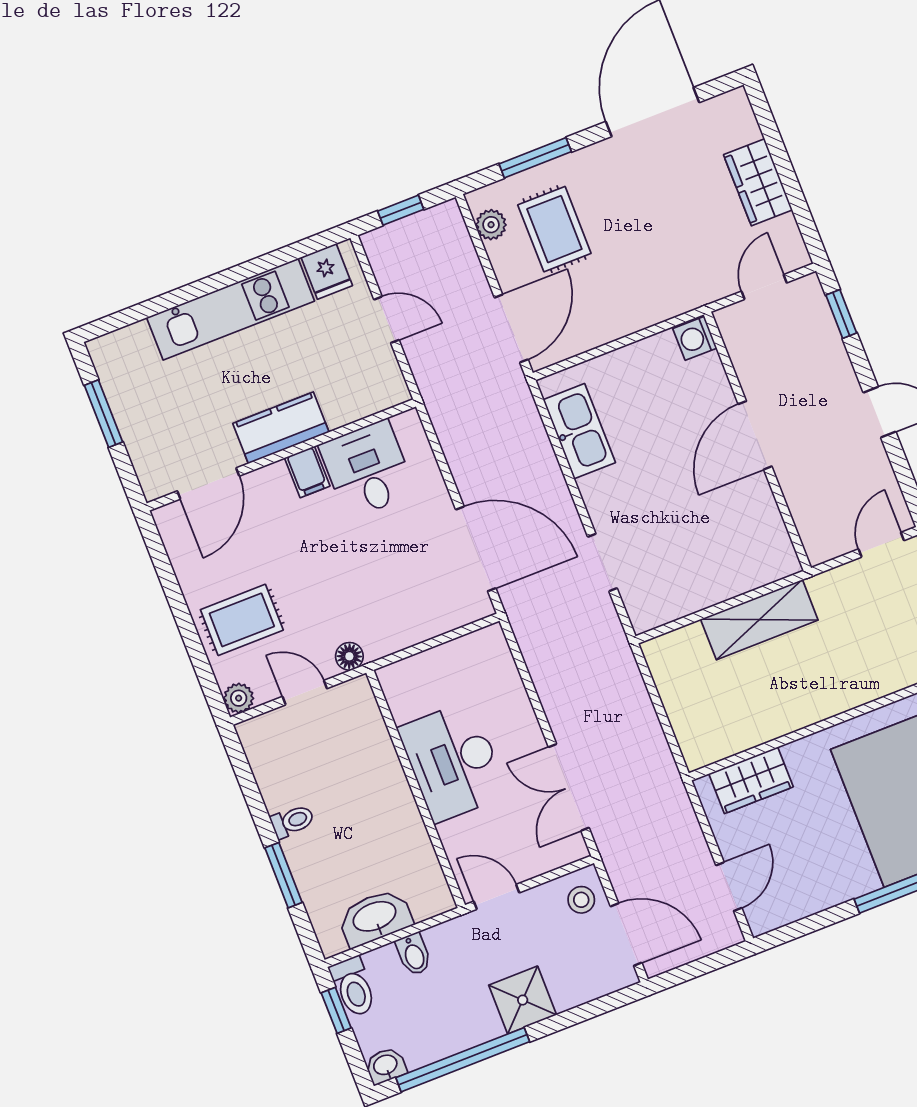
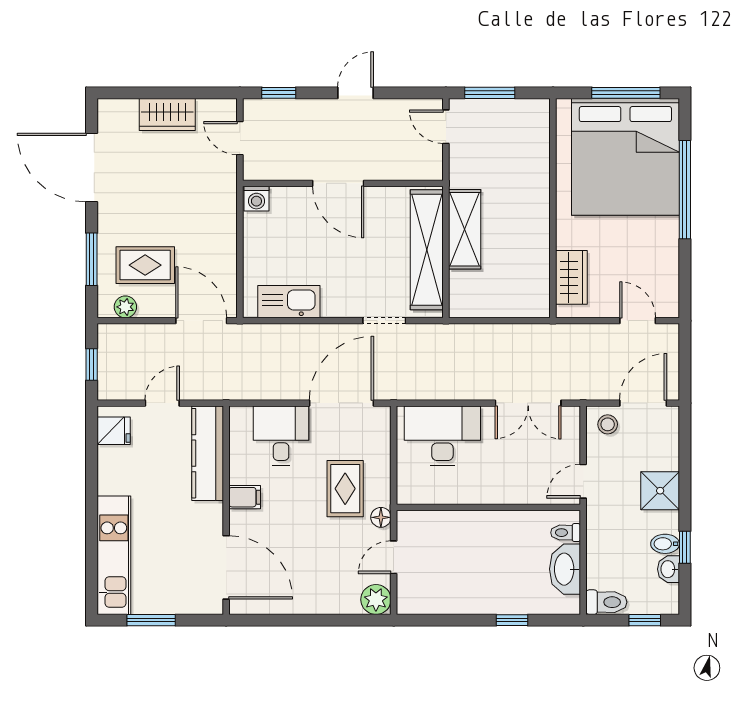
kitchen unit: (231, 309) -> (114, 555), moved
kitchen counter: (281, 428) -> (208, 453), moved, width x1.50
desk: (367, 469) -> (281, 436), moved, turned 90
door: (208, 483) -> (226, 567), width x1.36
shelving: (714, 581) -> (427, 250), added
rug: (242, 620) -> (345, 489), moved
plant: (239, 698) -> (376, 600), width x1.38, depth x1.38
desk: (453, 761) -> (442, 436), moved, turned 180
toilet: (292, 821) -> (566, 533), moved, turned -90
window: (283, 875) -> (512, 620), width x0.67
bidet: (414, 954) -> (665, 544), moved, turned 180
window: (336, 1010) -> (645, 620), moved
window: (463, 1060) -> (685, 547), width x0.32
washbasin: (386, 1066) -> (668, 569), moved

